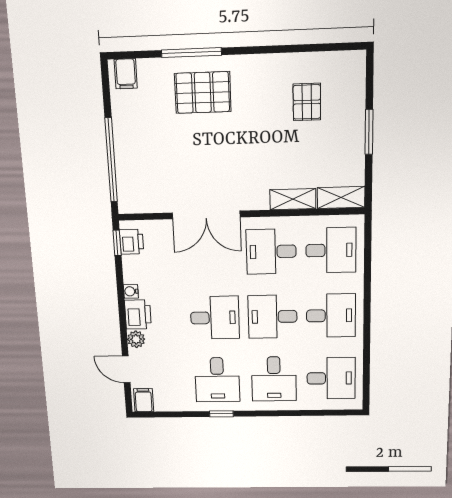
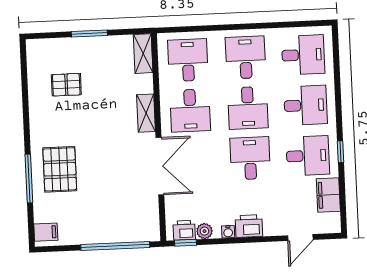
shelving: (293, 199) -> (146, 113), moved
plant: (136, 339) -> (204, 231), moved
desk: (331, 378) -> (303, 55), turned 90
filing cabinet: (144, 400) -> (328, 195), moved, width x2.00

